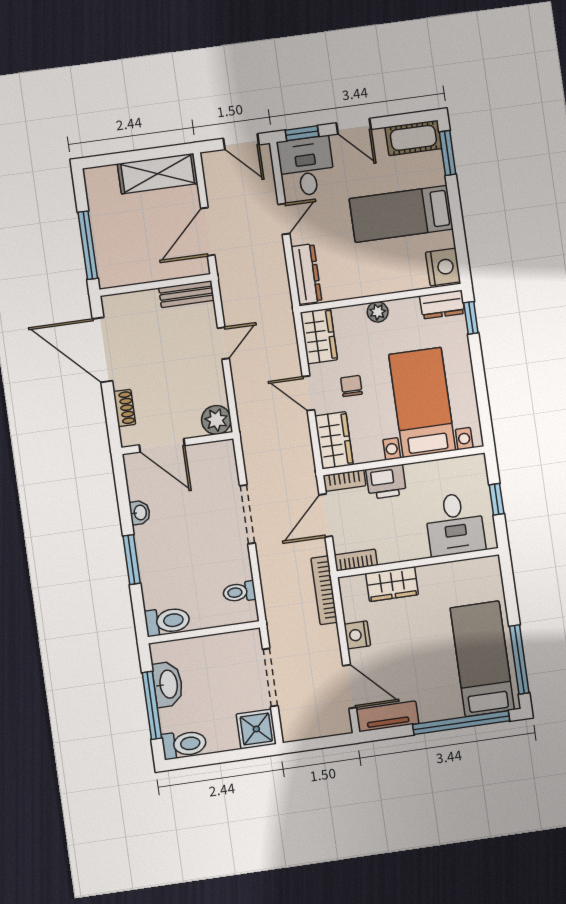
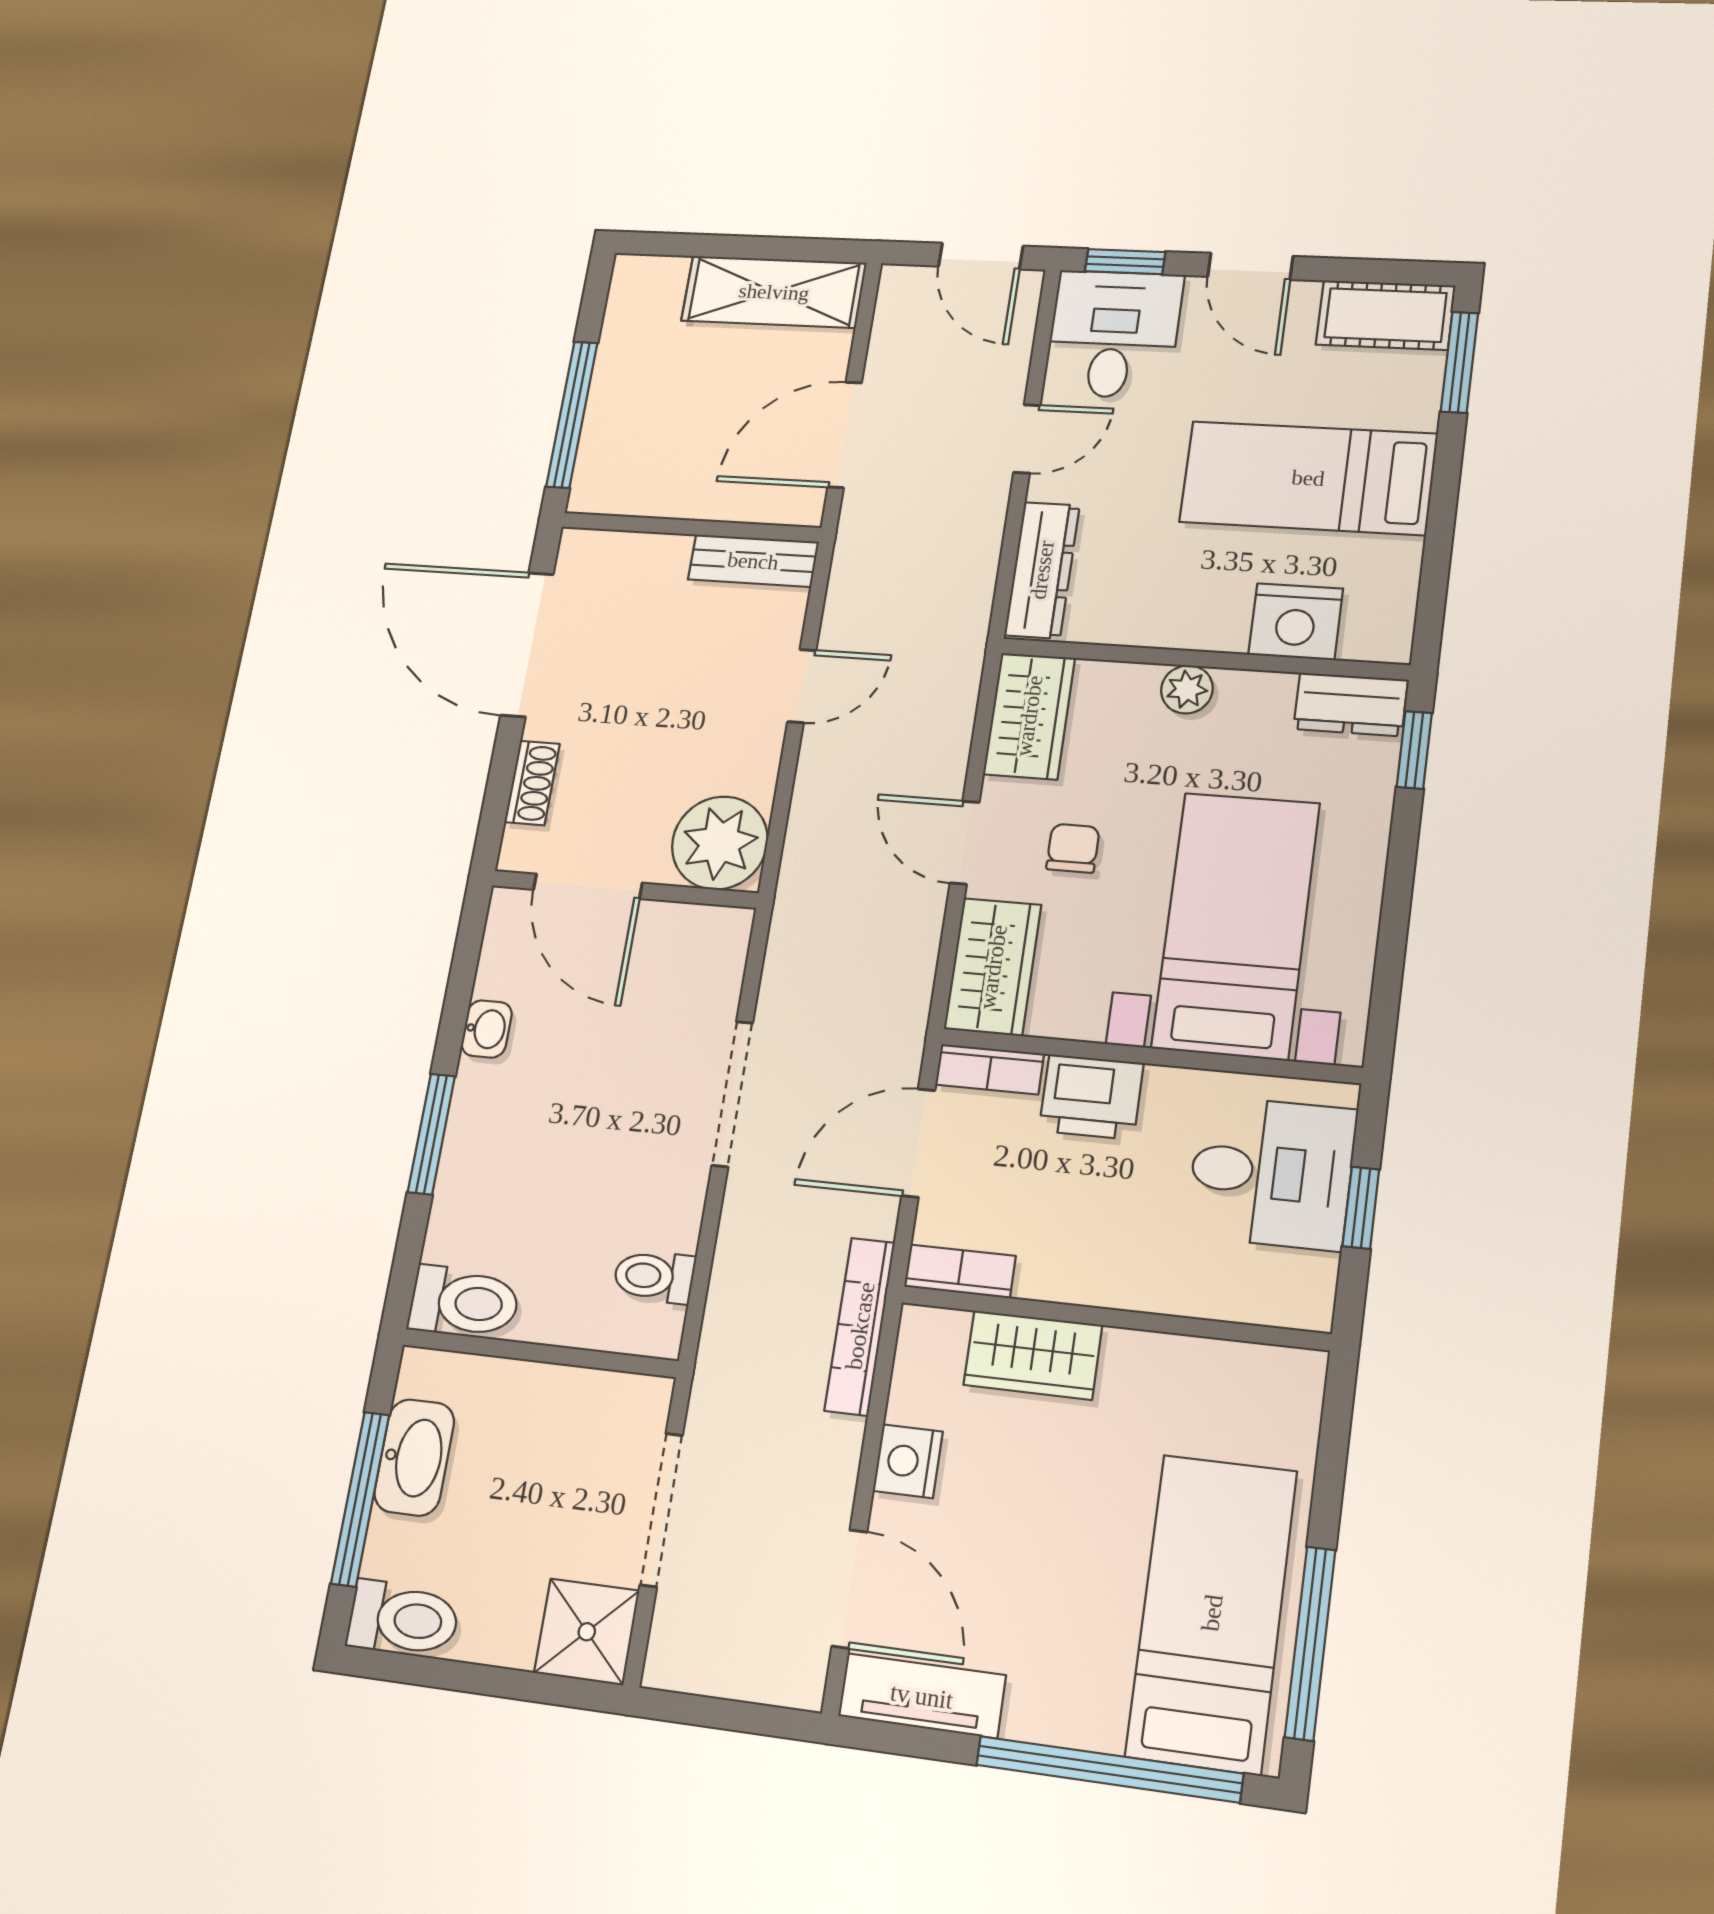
nightstand: (443, 267) -> (1296, 622), moved, turned 90
plant: (216, 420) -> (720, 843), width x1.36, depth x1.36
desk: (455, 524) -> (1271, 1173), moved, turned -90

